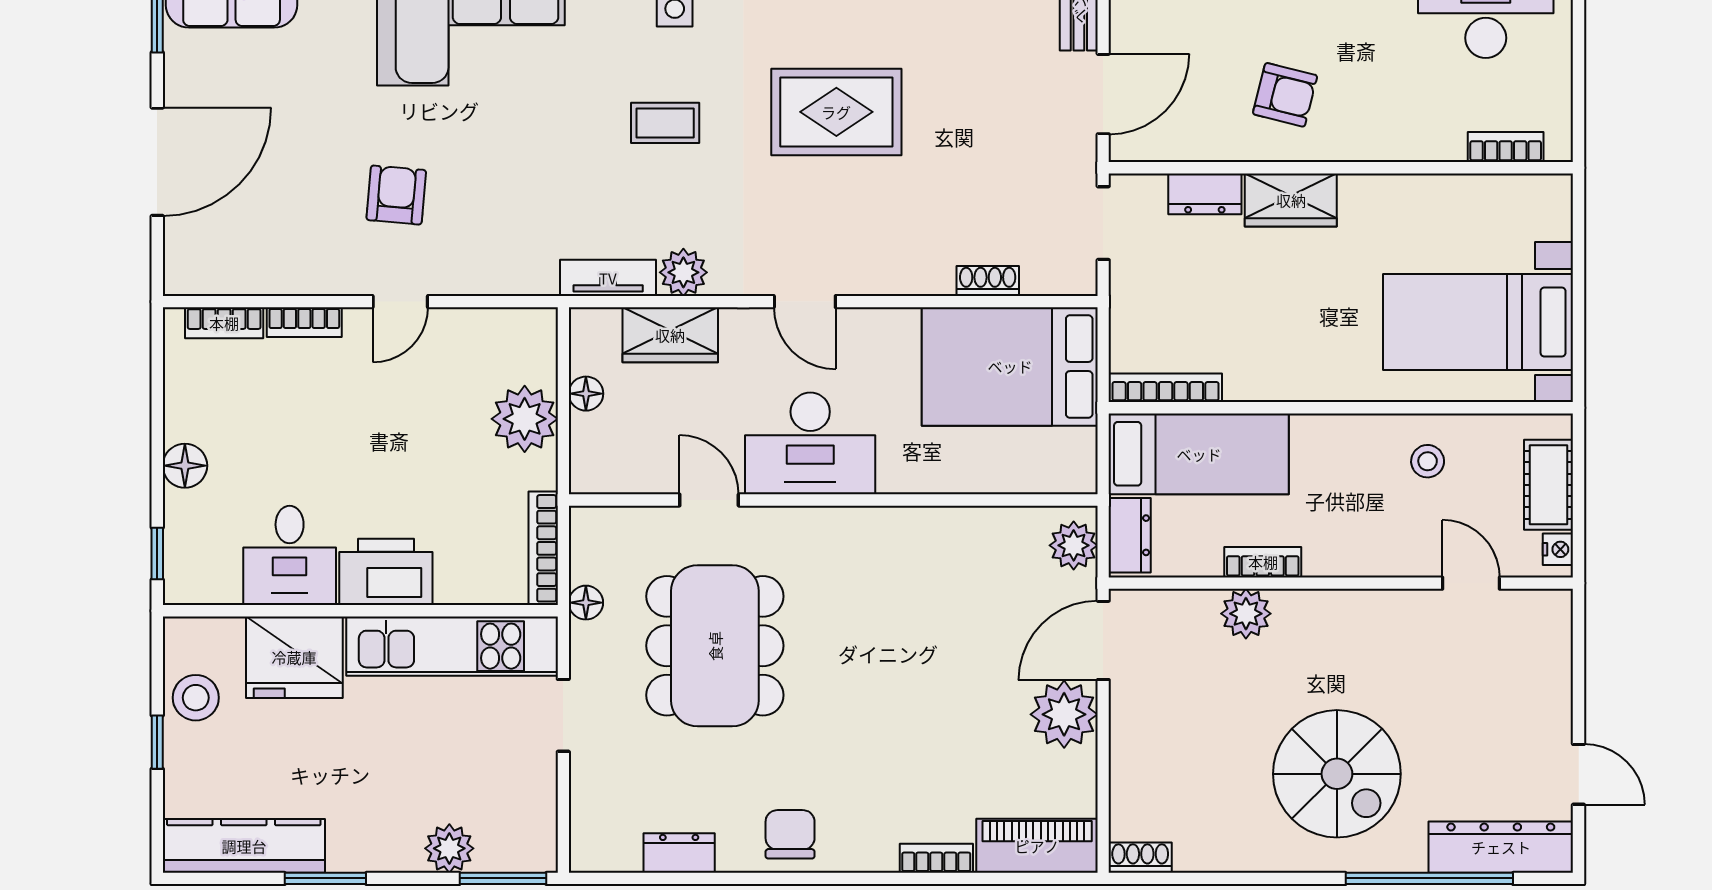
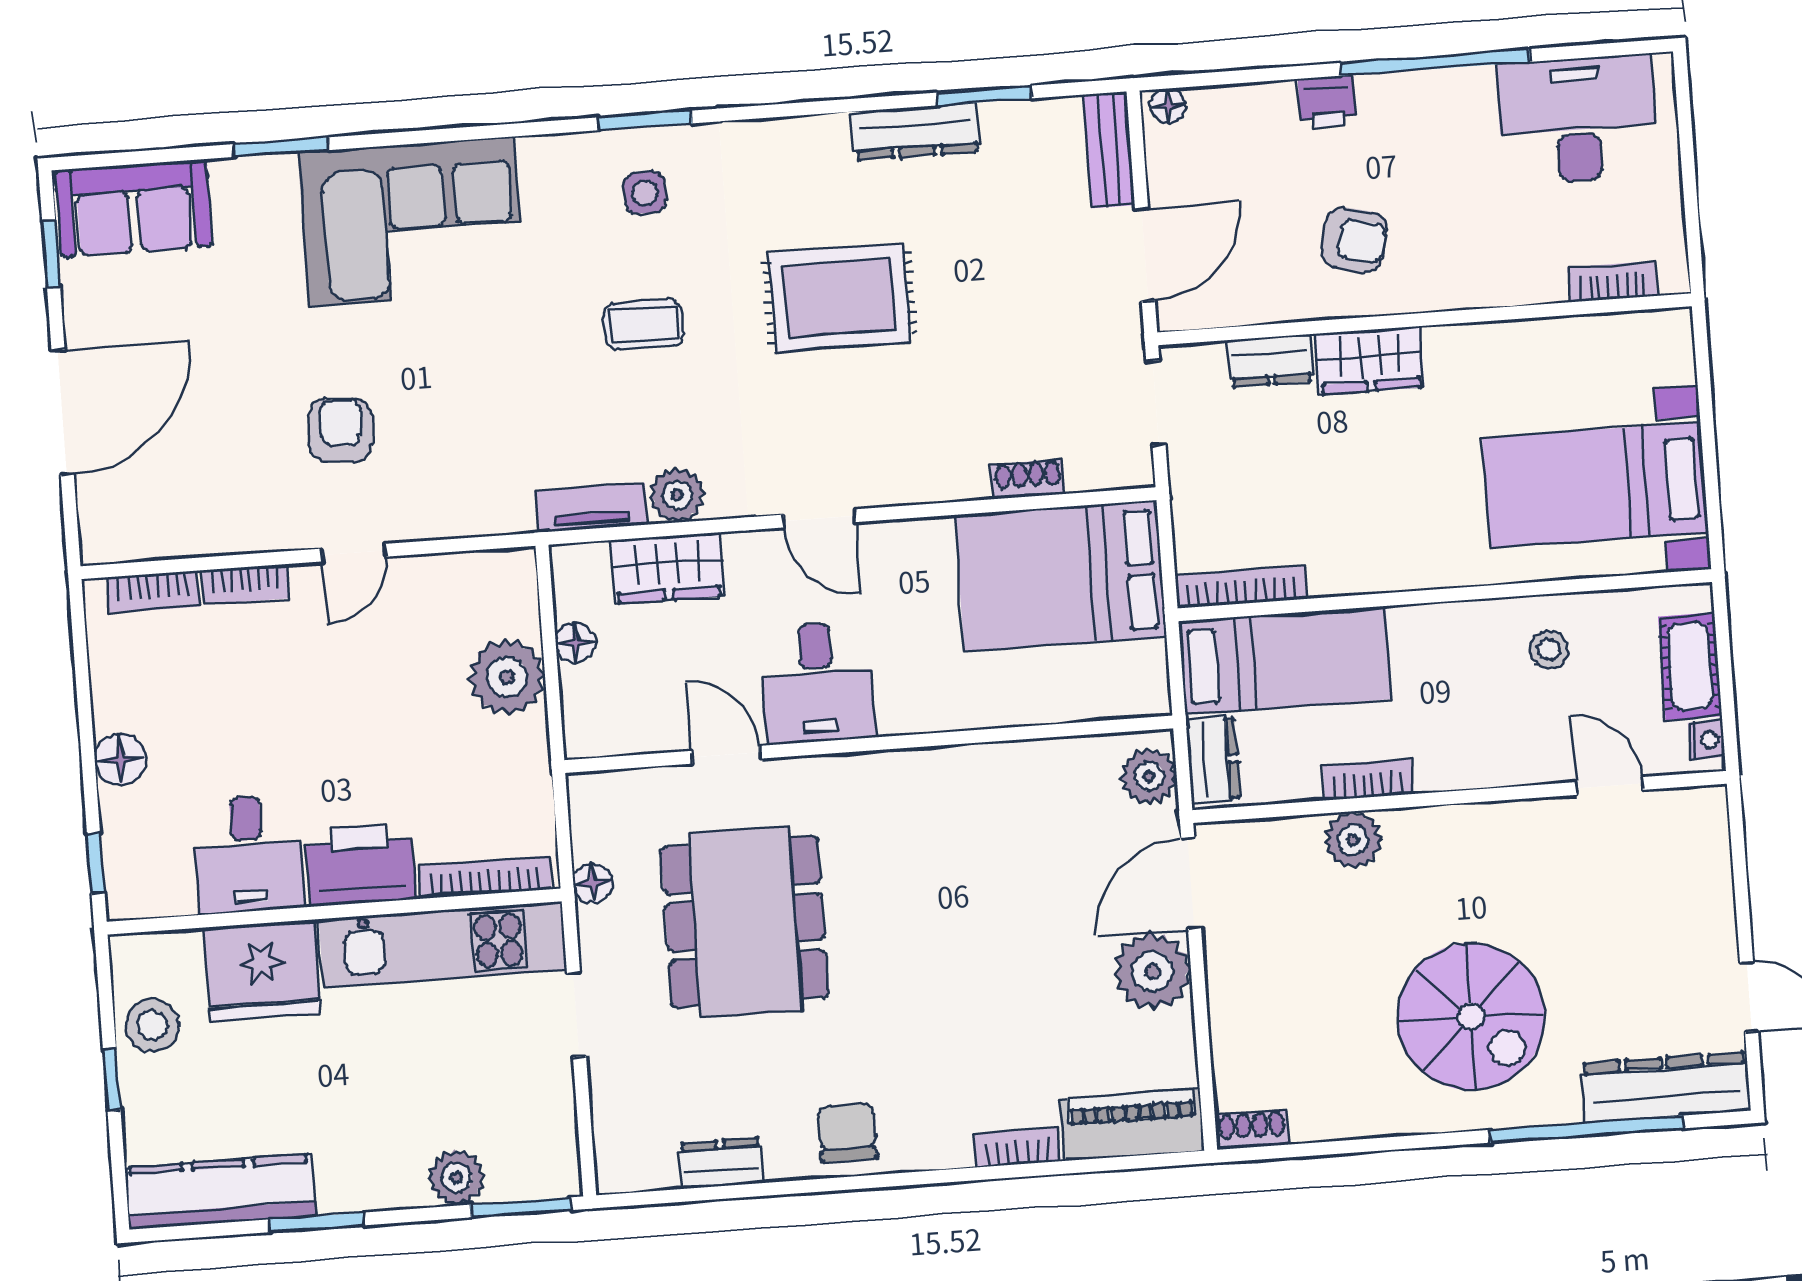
desk: (810, 443) -> (817, 683), width x0.73
bookcase: (543, 548) -> (485, 877), moved, turned 90

